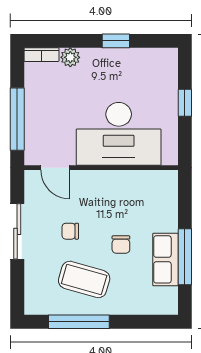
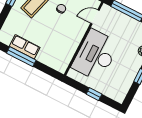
chair: (121, 245) -> (43, 29), removed

